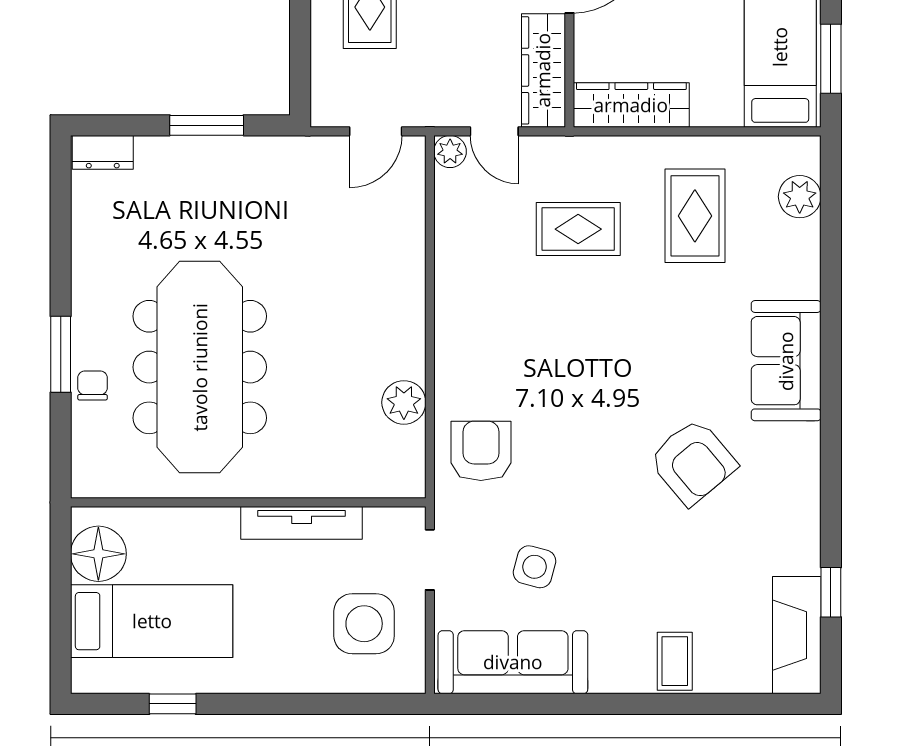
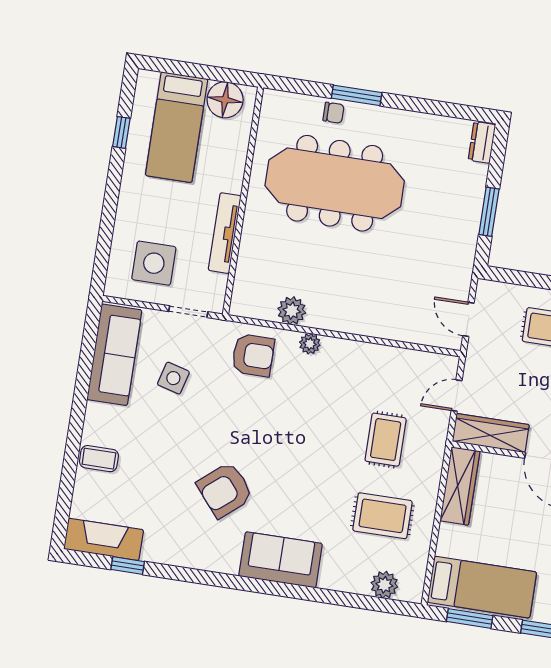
plant: (450, 151) -> (310, 344), moved

